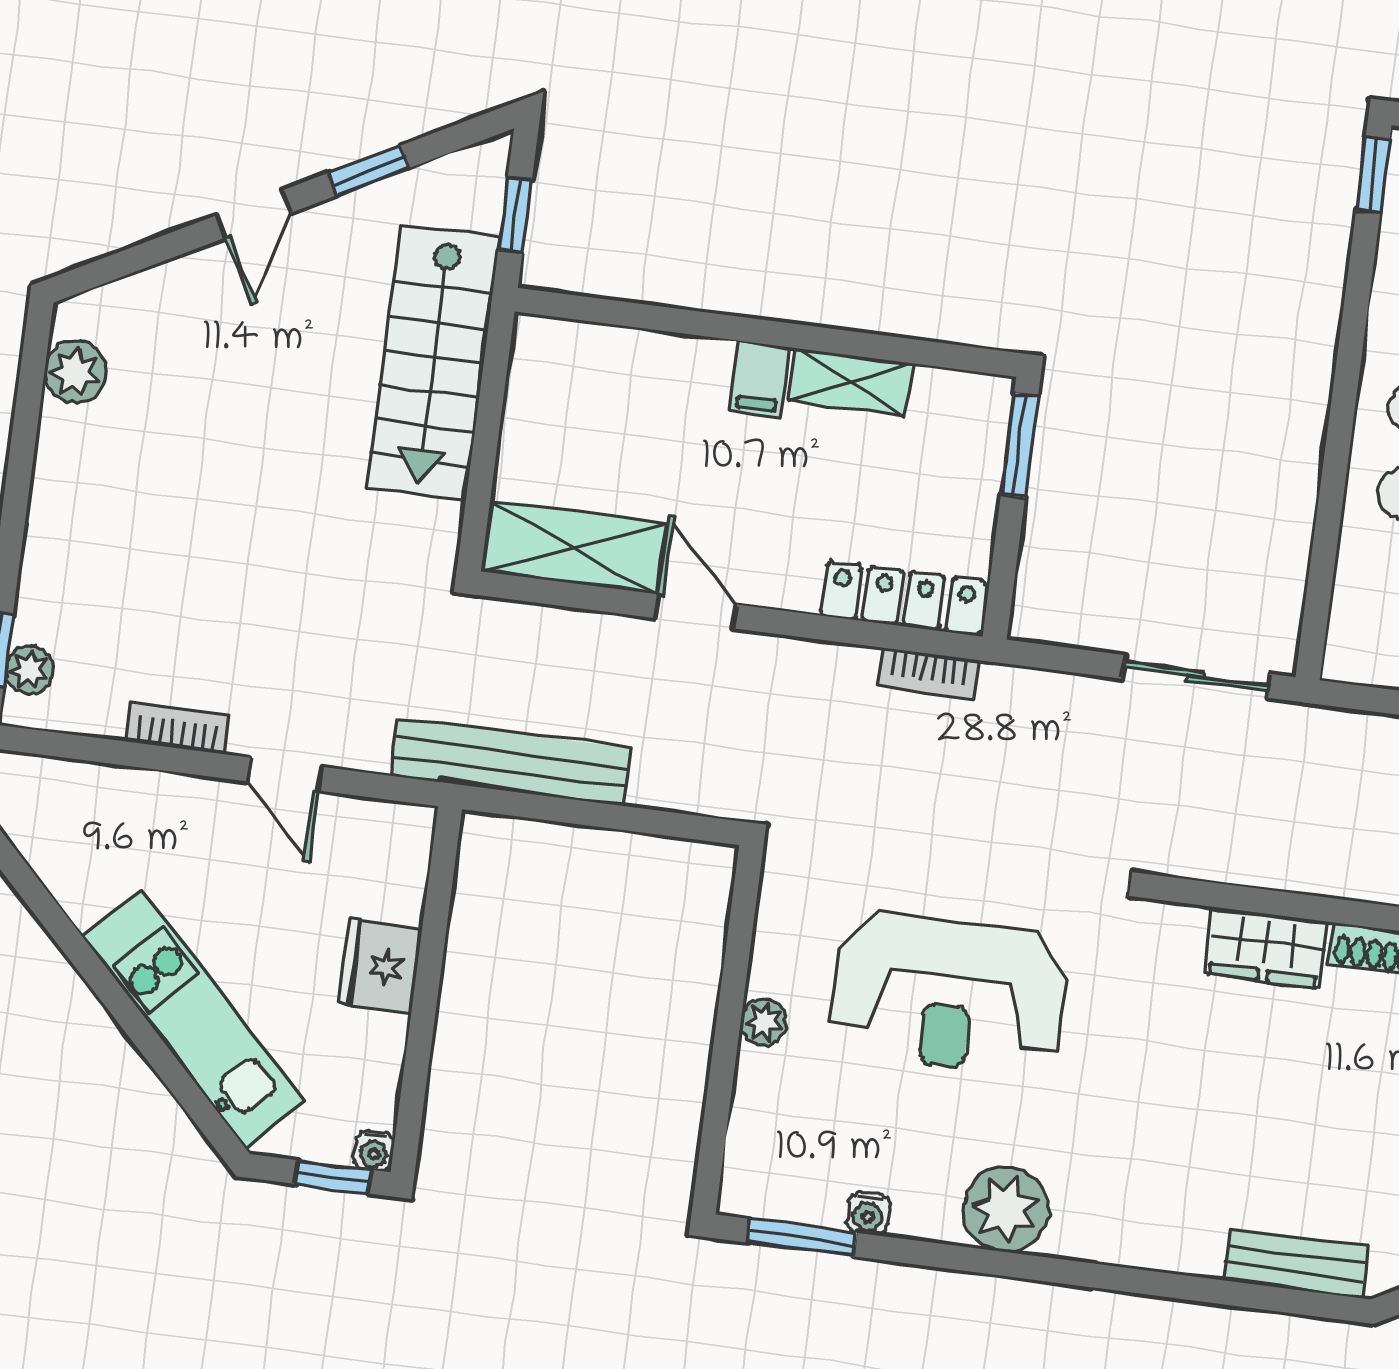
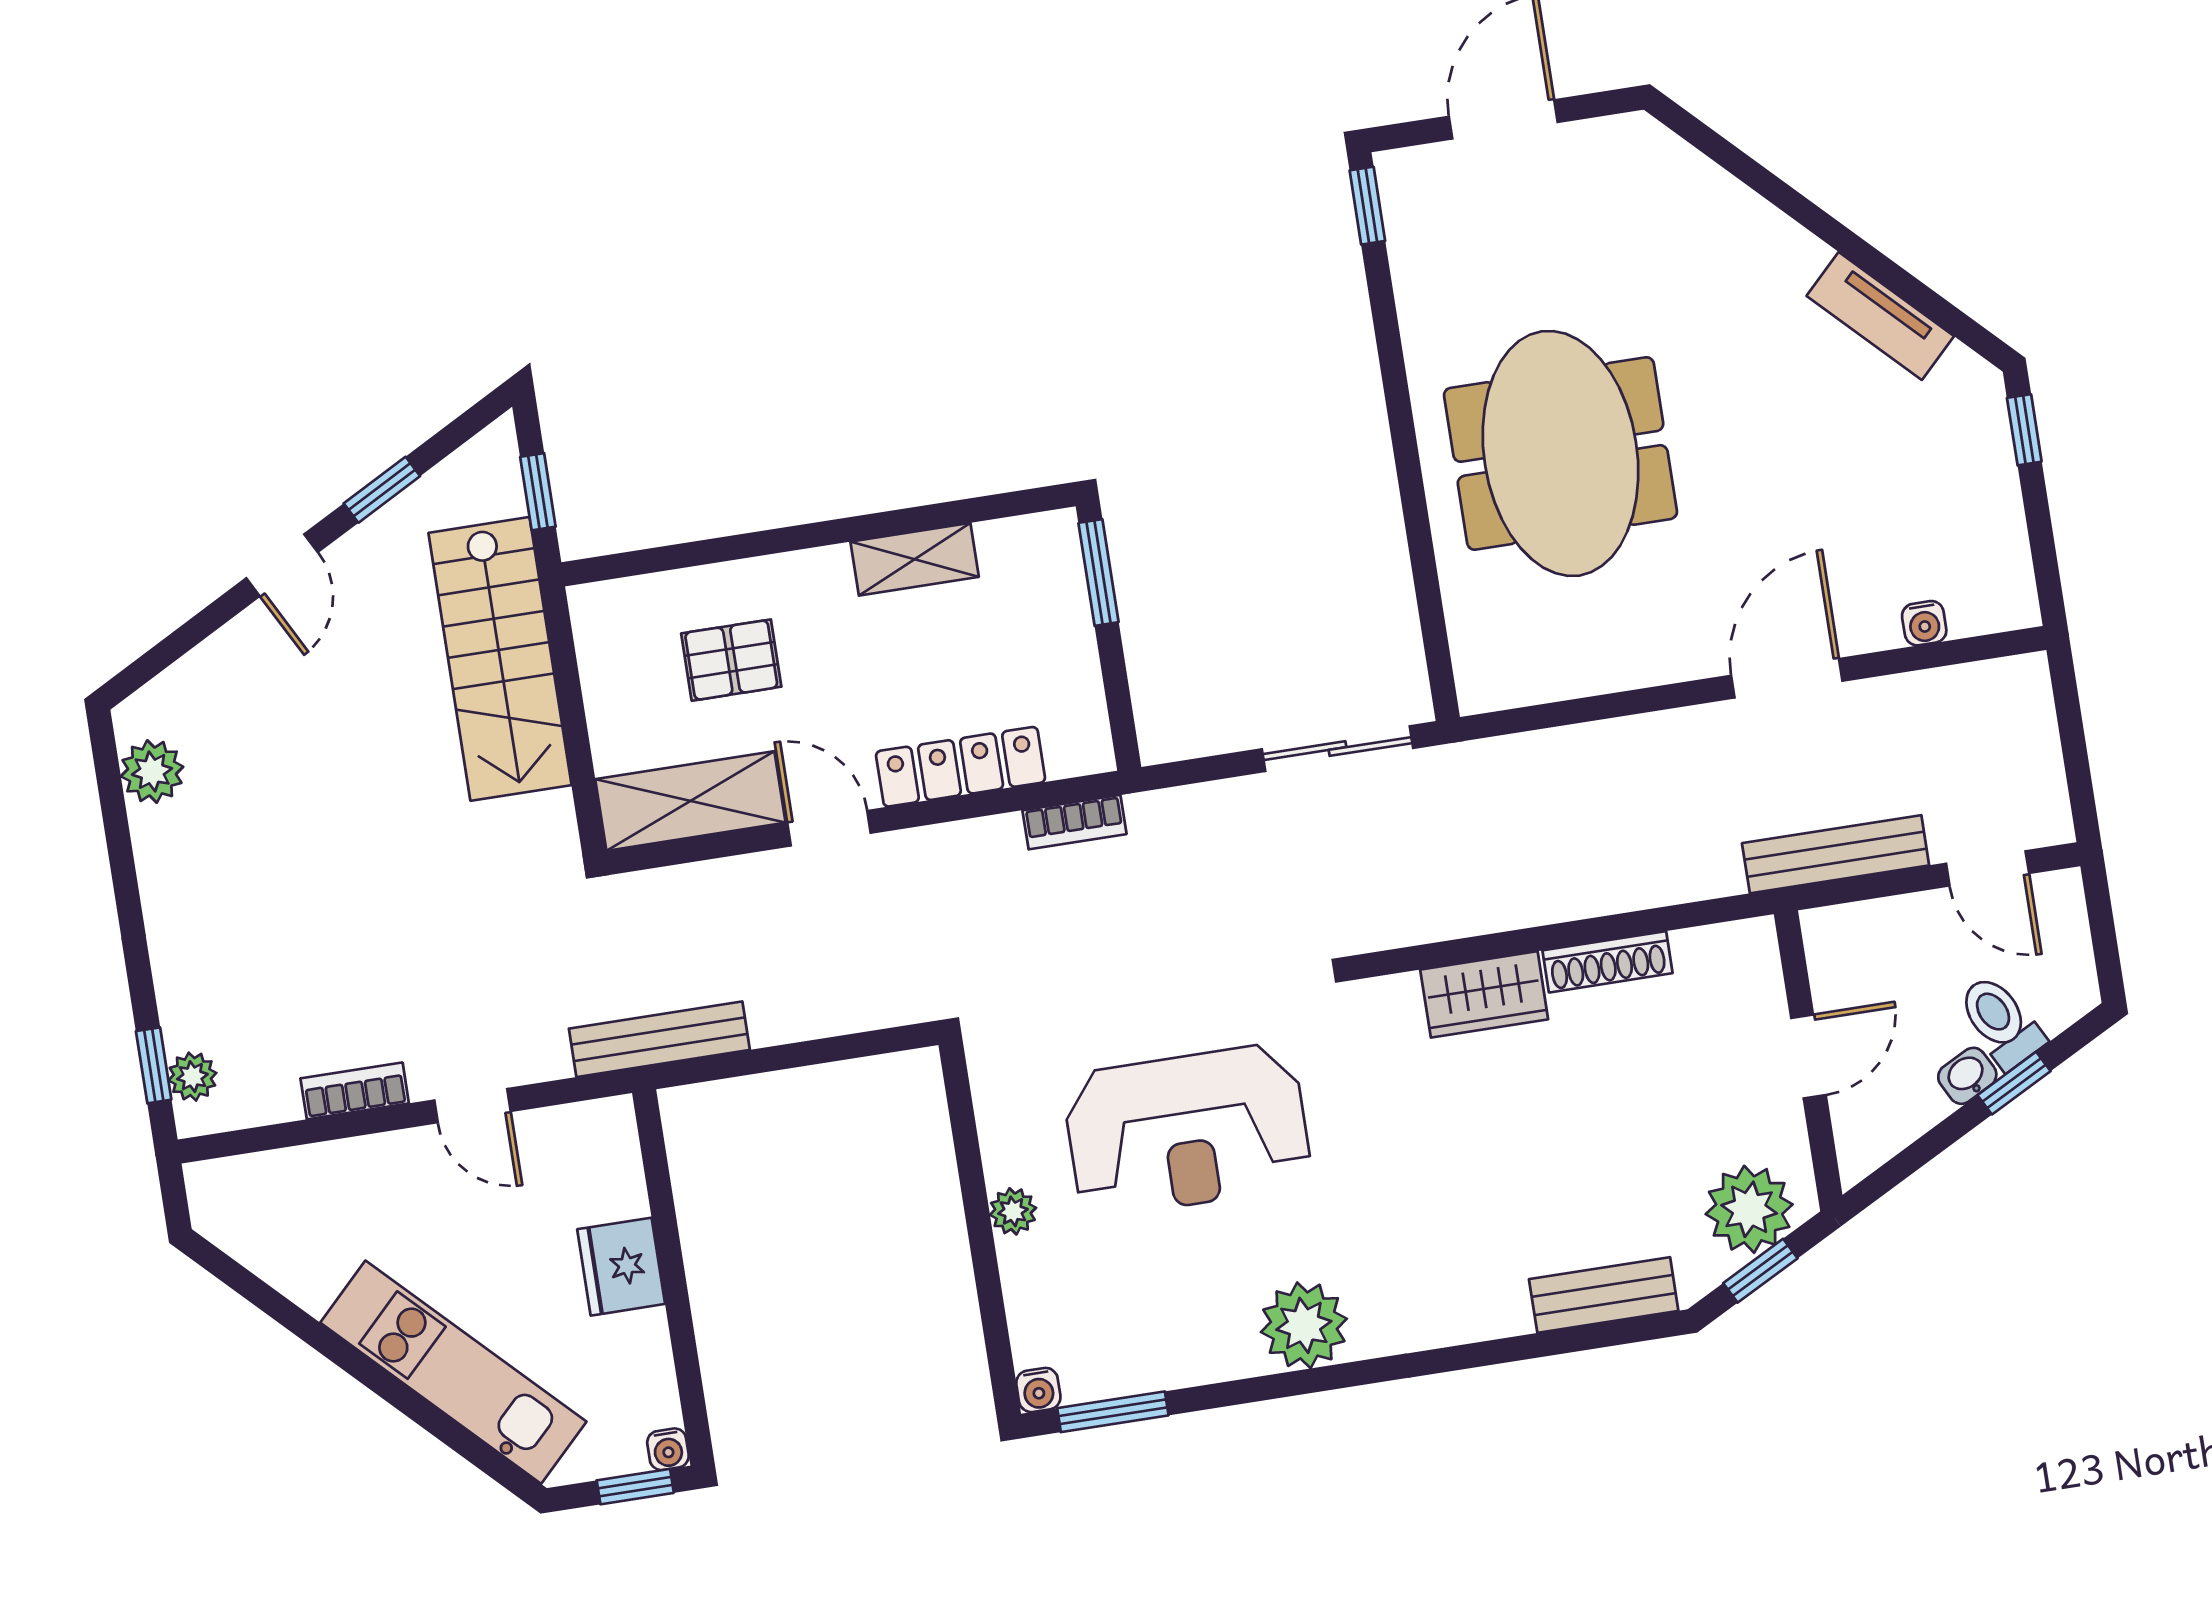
filing cabinet: (759, 379) -> (824, 582), removed
pallet: (650, 426) -> (731, 660), added
locker: (904, 598) -> (961, 767), moved
bench: (511, 762) -> (659, 1039), width x0.73, depth x0.82
water cooler: (868, 1214) -> (1038, 1390), moved

